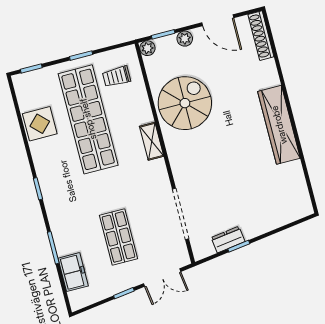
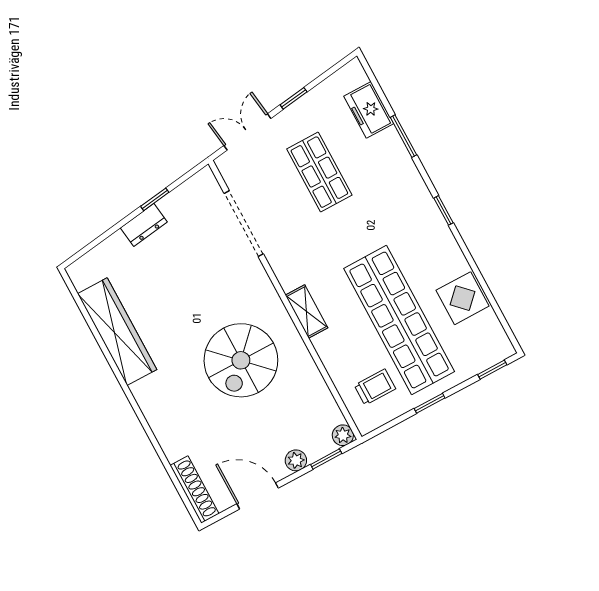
spiral stairs: (185, 103) -> (241, 360), moved
wardrobe: (279, 125) -> (117, 332), moved
dresser: (228, 240) -> (144, 225), moved

